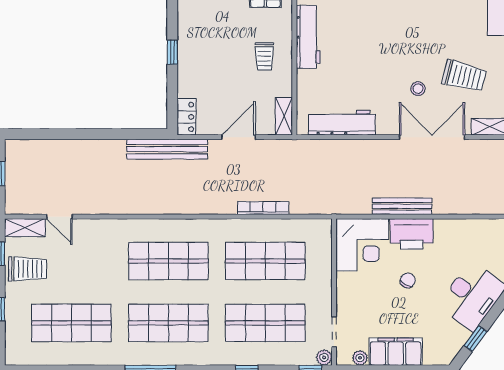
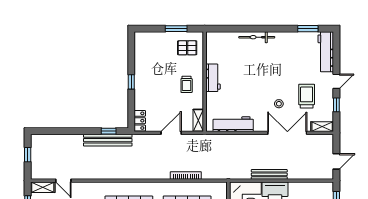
workbench: (308, 37) -> (213, 78), width x0.73
trolley: (464, 76) -> (307, 96), turned -104
window: (135, 134) -> (109, 131), added
bench: (167, 149) -> (108, 140), moved

